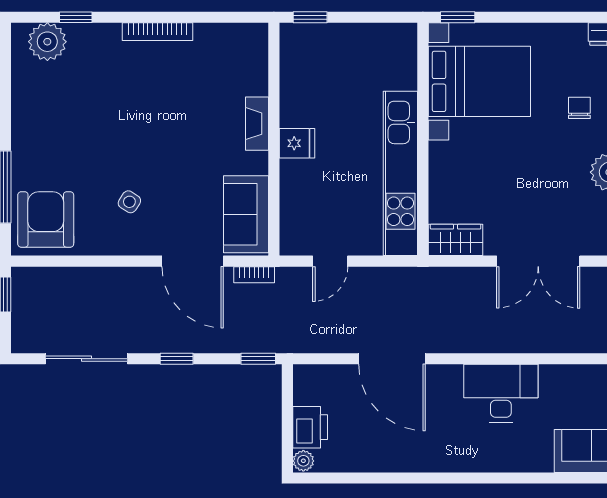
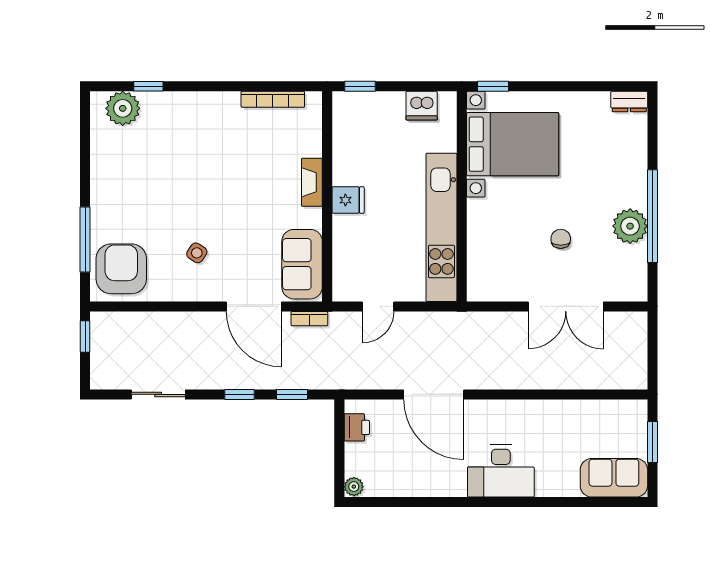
bookcase: (158, 32) -> (273, 99), moved
dishwasher: (378, 39) -> (422, 106), added
chair: (579, 108) -> (561, 239), moved
wardrobe: (456, 240) -> (491, 287), removed
sliding door: (87, 359) -> (158, 394), width x0.73
window: (258, 359) -> (292, 394), moved
desk: (501, 393) -> (501, 471), moved, turned 180
printer: (310, 427) -> (357, 427), moved, width x0.73, depth x0.81

